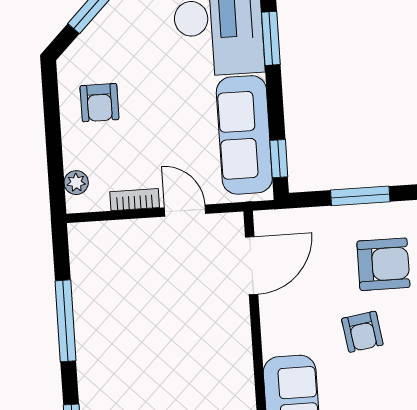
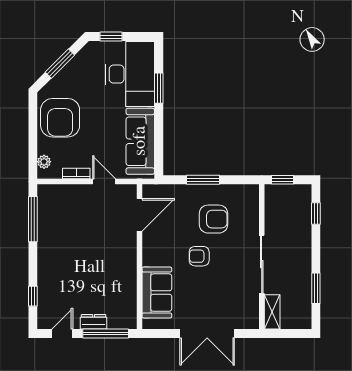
armchair: (99, 103) -> (60, 118), width x1.88, depth x1.88
window: (279, 159) -> (159, 156), removed
window: (66, 321) -> (33, 219), moved
armchair: (362, 332) -> (199, 256), turned 99

